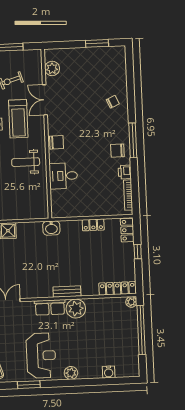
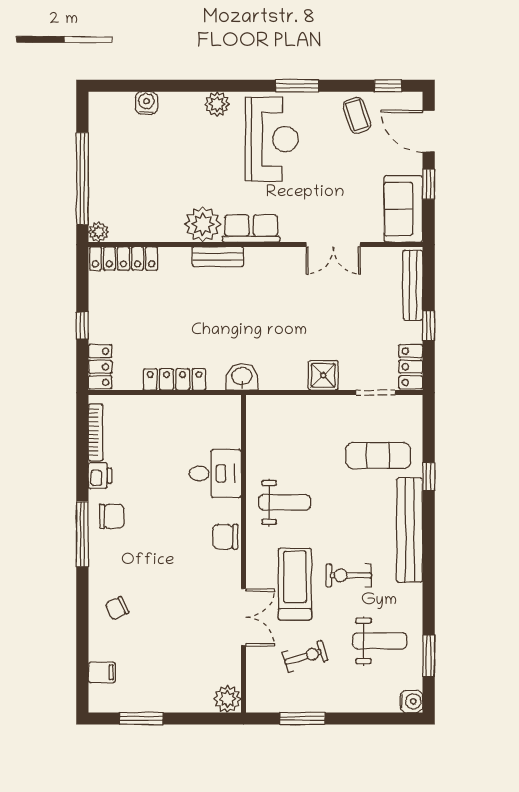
filing cabinet: (119, 67) -> (102, 672), added
plant: (52, 68) -> (227, 699), moved
locker: (93, 225) -> (175, 379), width x1.53
reception desk: (41, 356) -> (272, 139), turned 180

